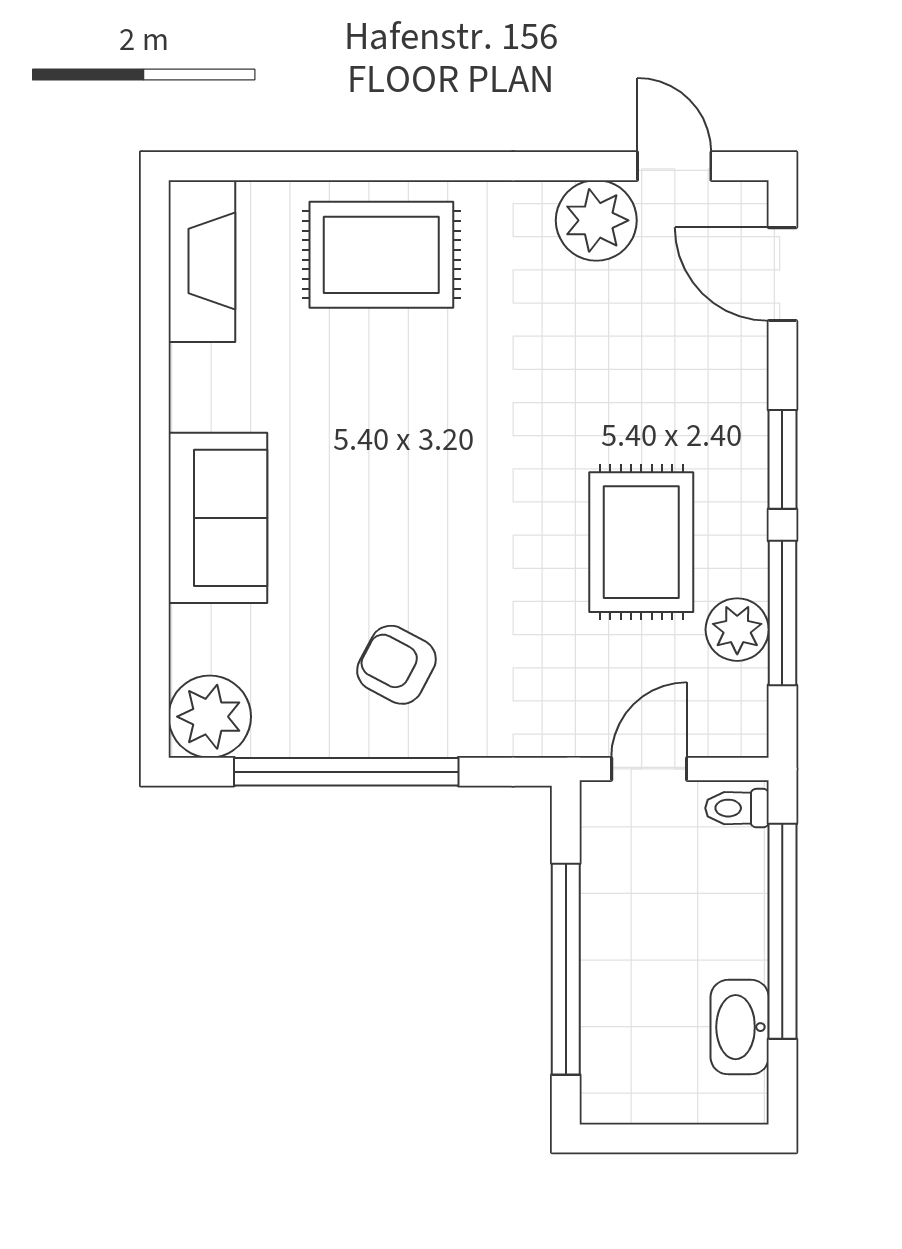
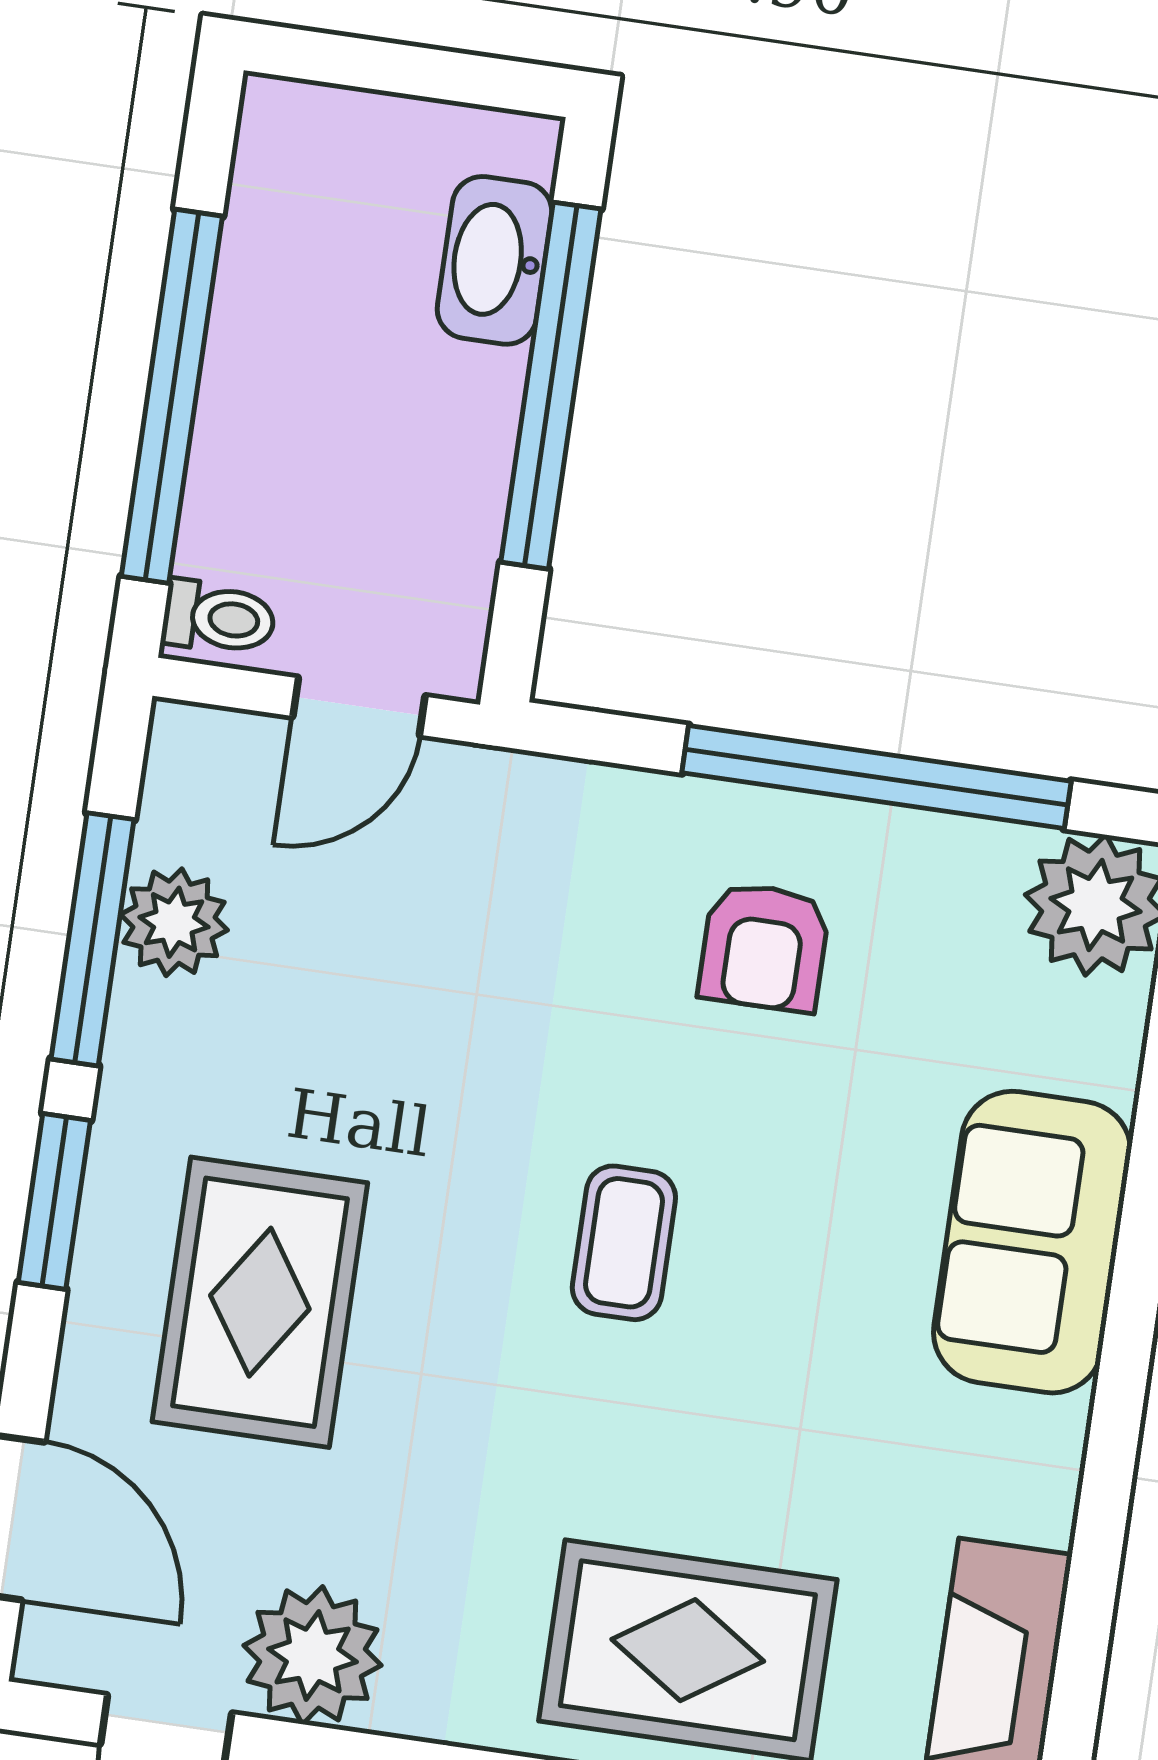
coffee table: (452, 483) -> (624, 1243), added
rug: (641, 542) -> (260, 1302), moved
armchair: (396, 665) -> (764, 947), turned 62
washbasin: (740, 1027) -> (495, 260), moved, turned 180

